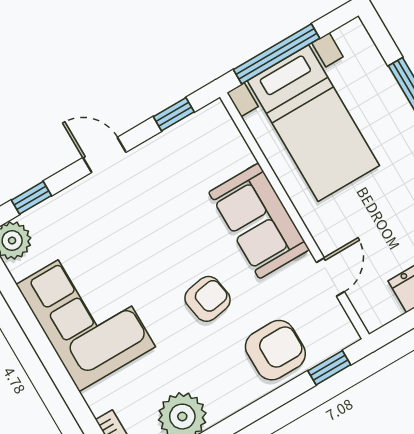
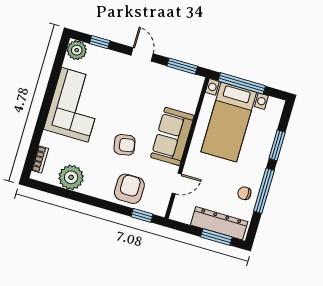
window: (174, 114) -> (182, 66), width x1.50
armchair: (275, 350) -> (129, 189), turned -90

